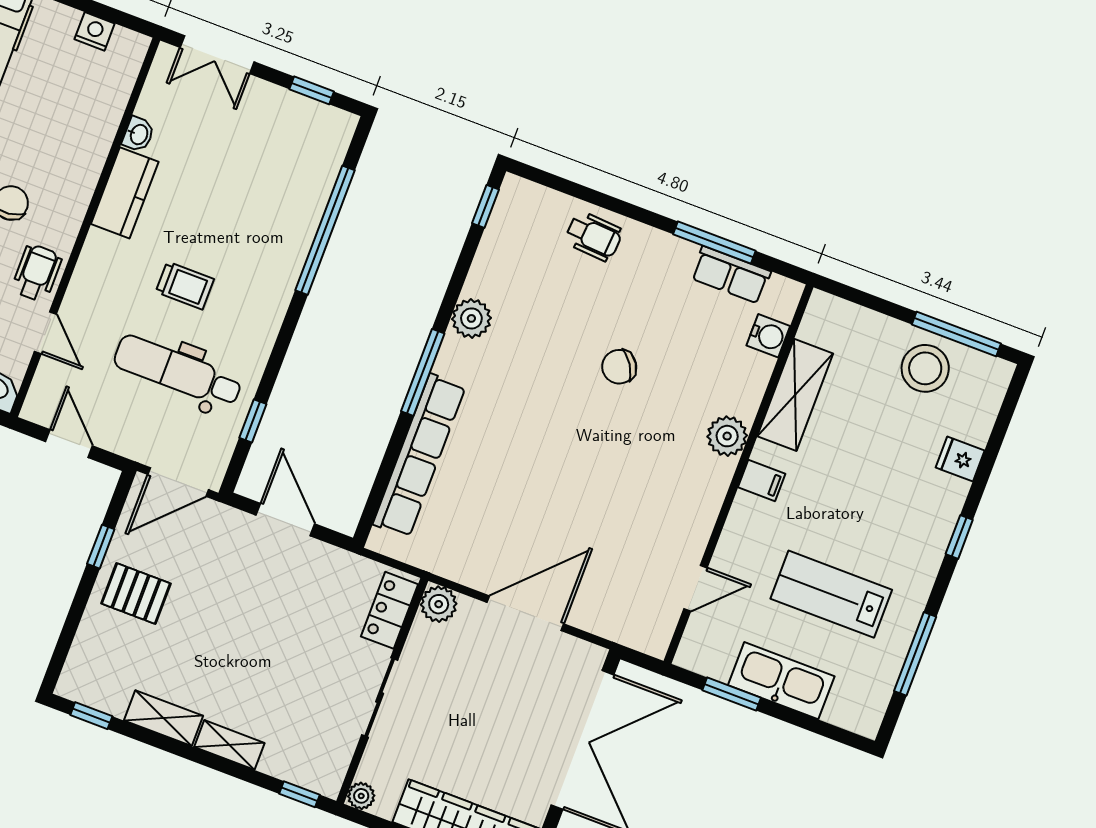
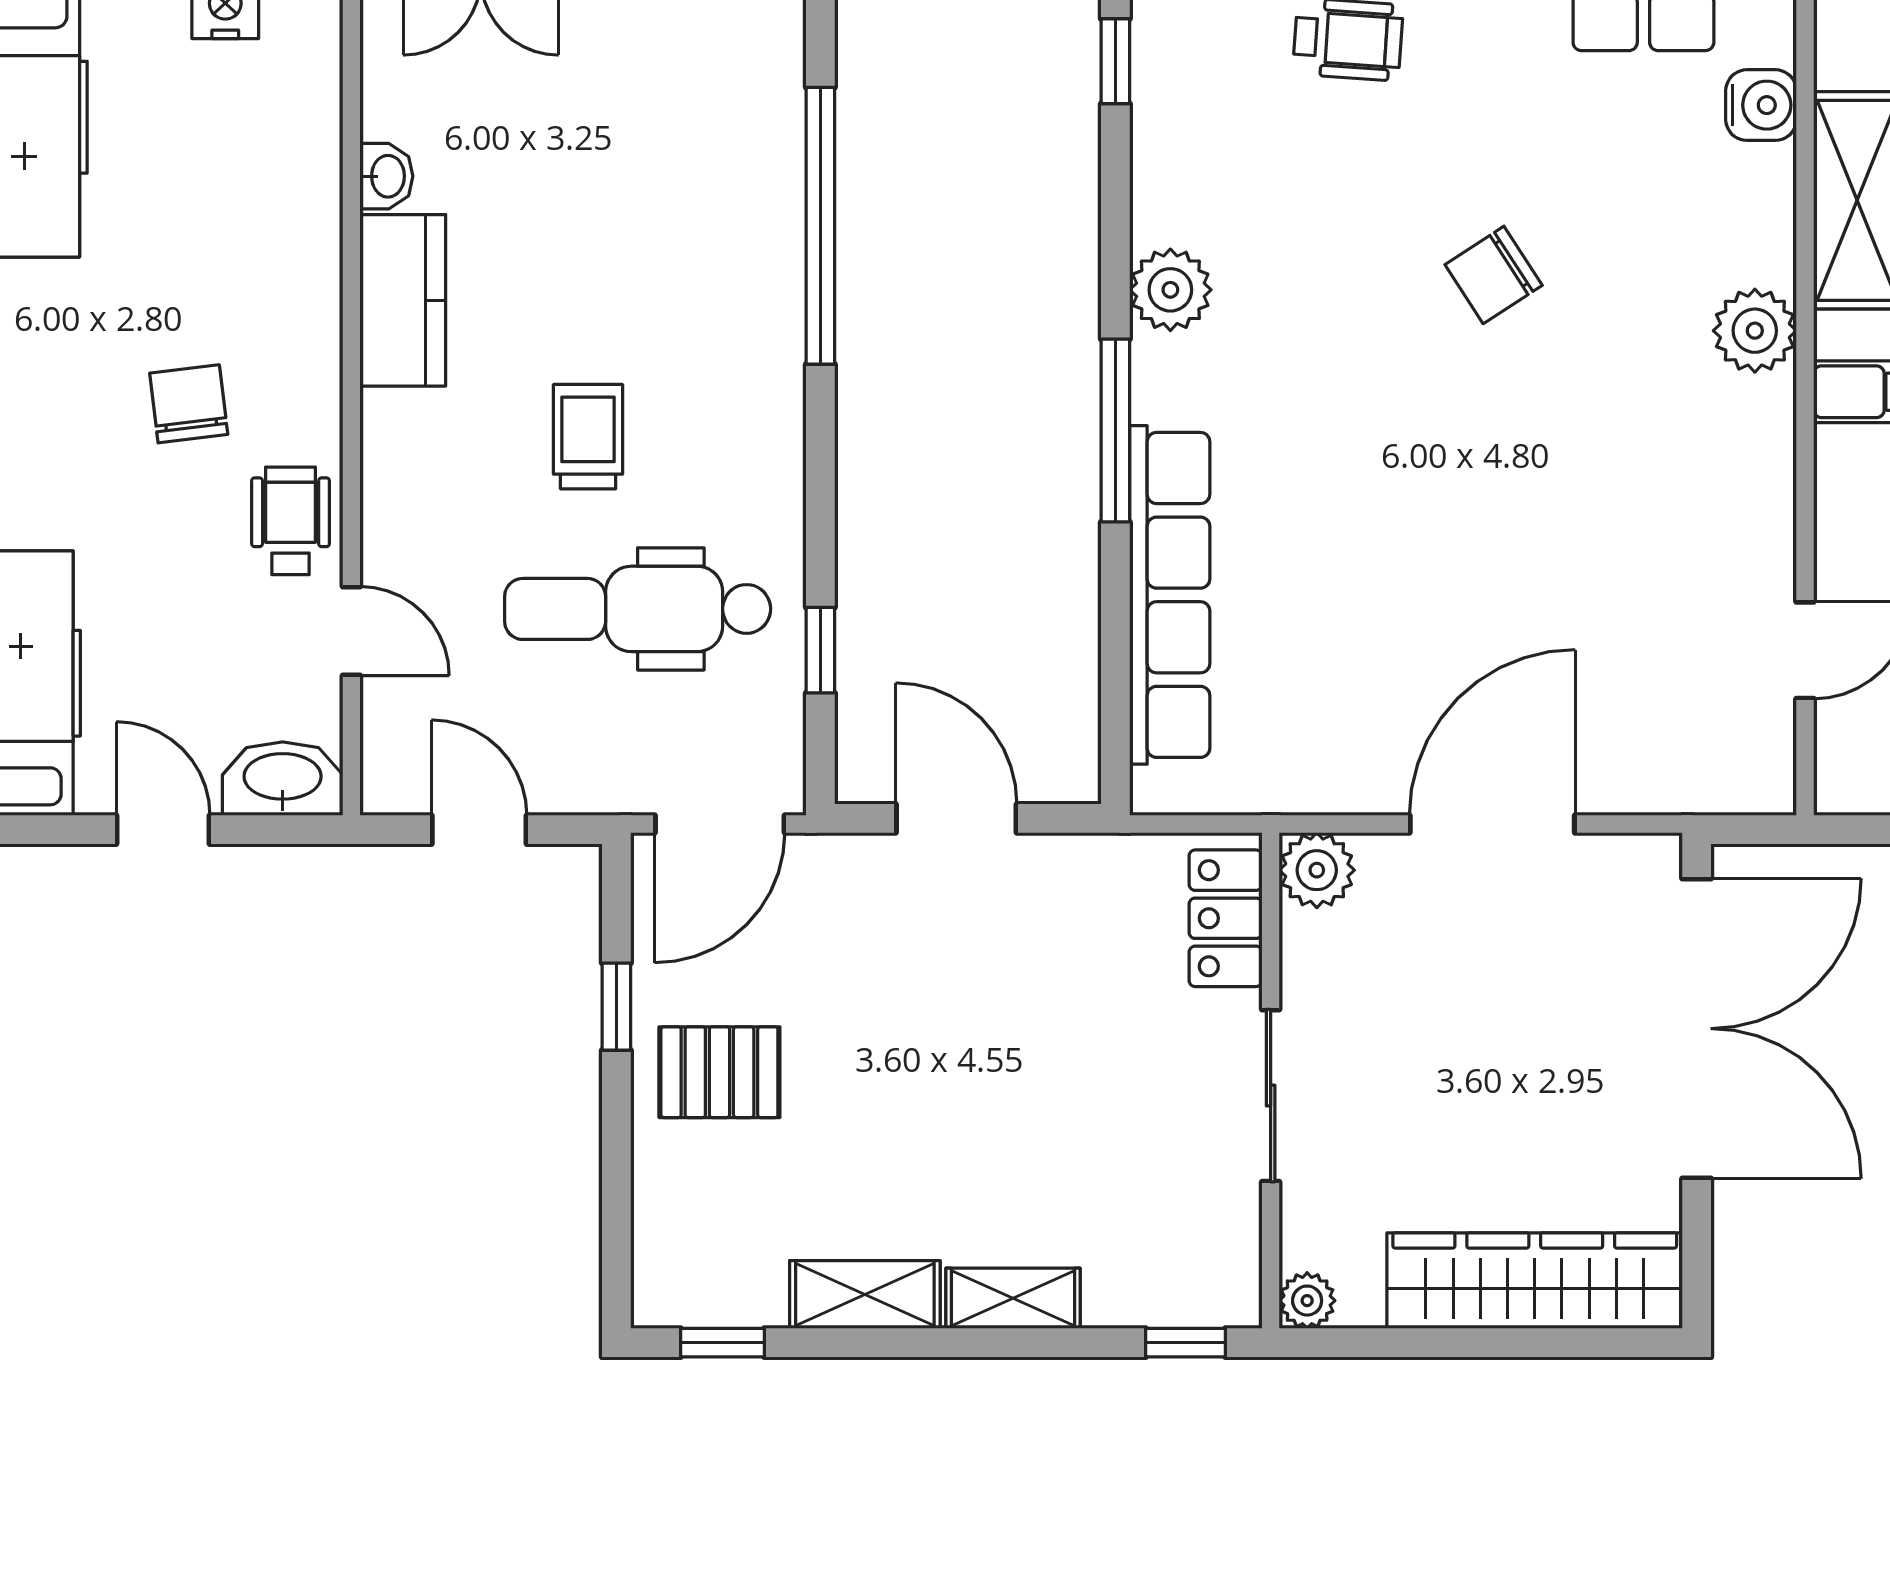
trolley: (185, 286) -> (588, 437), turned -90

